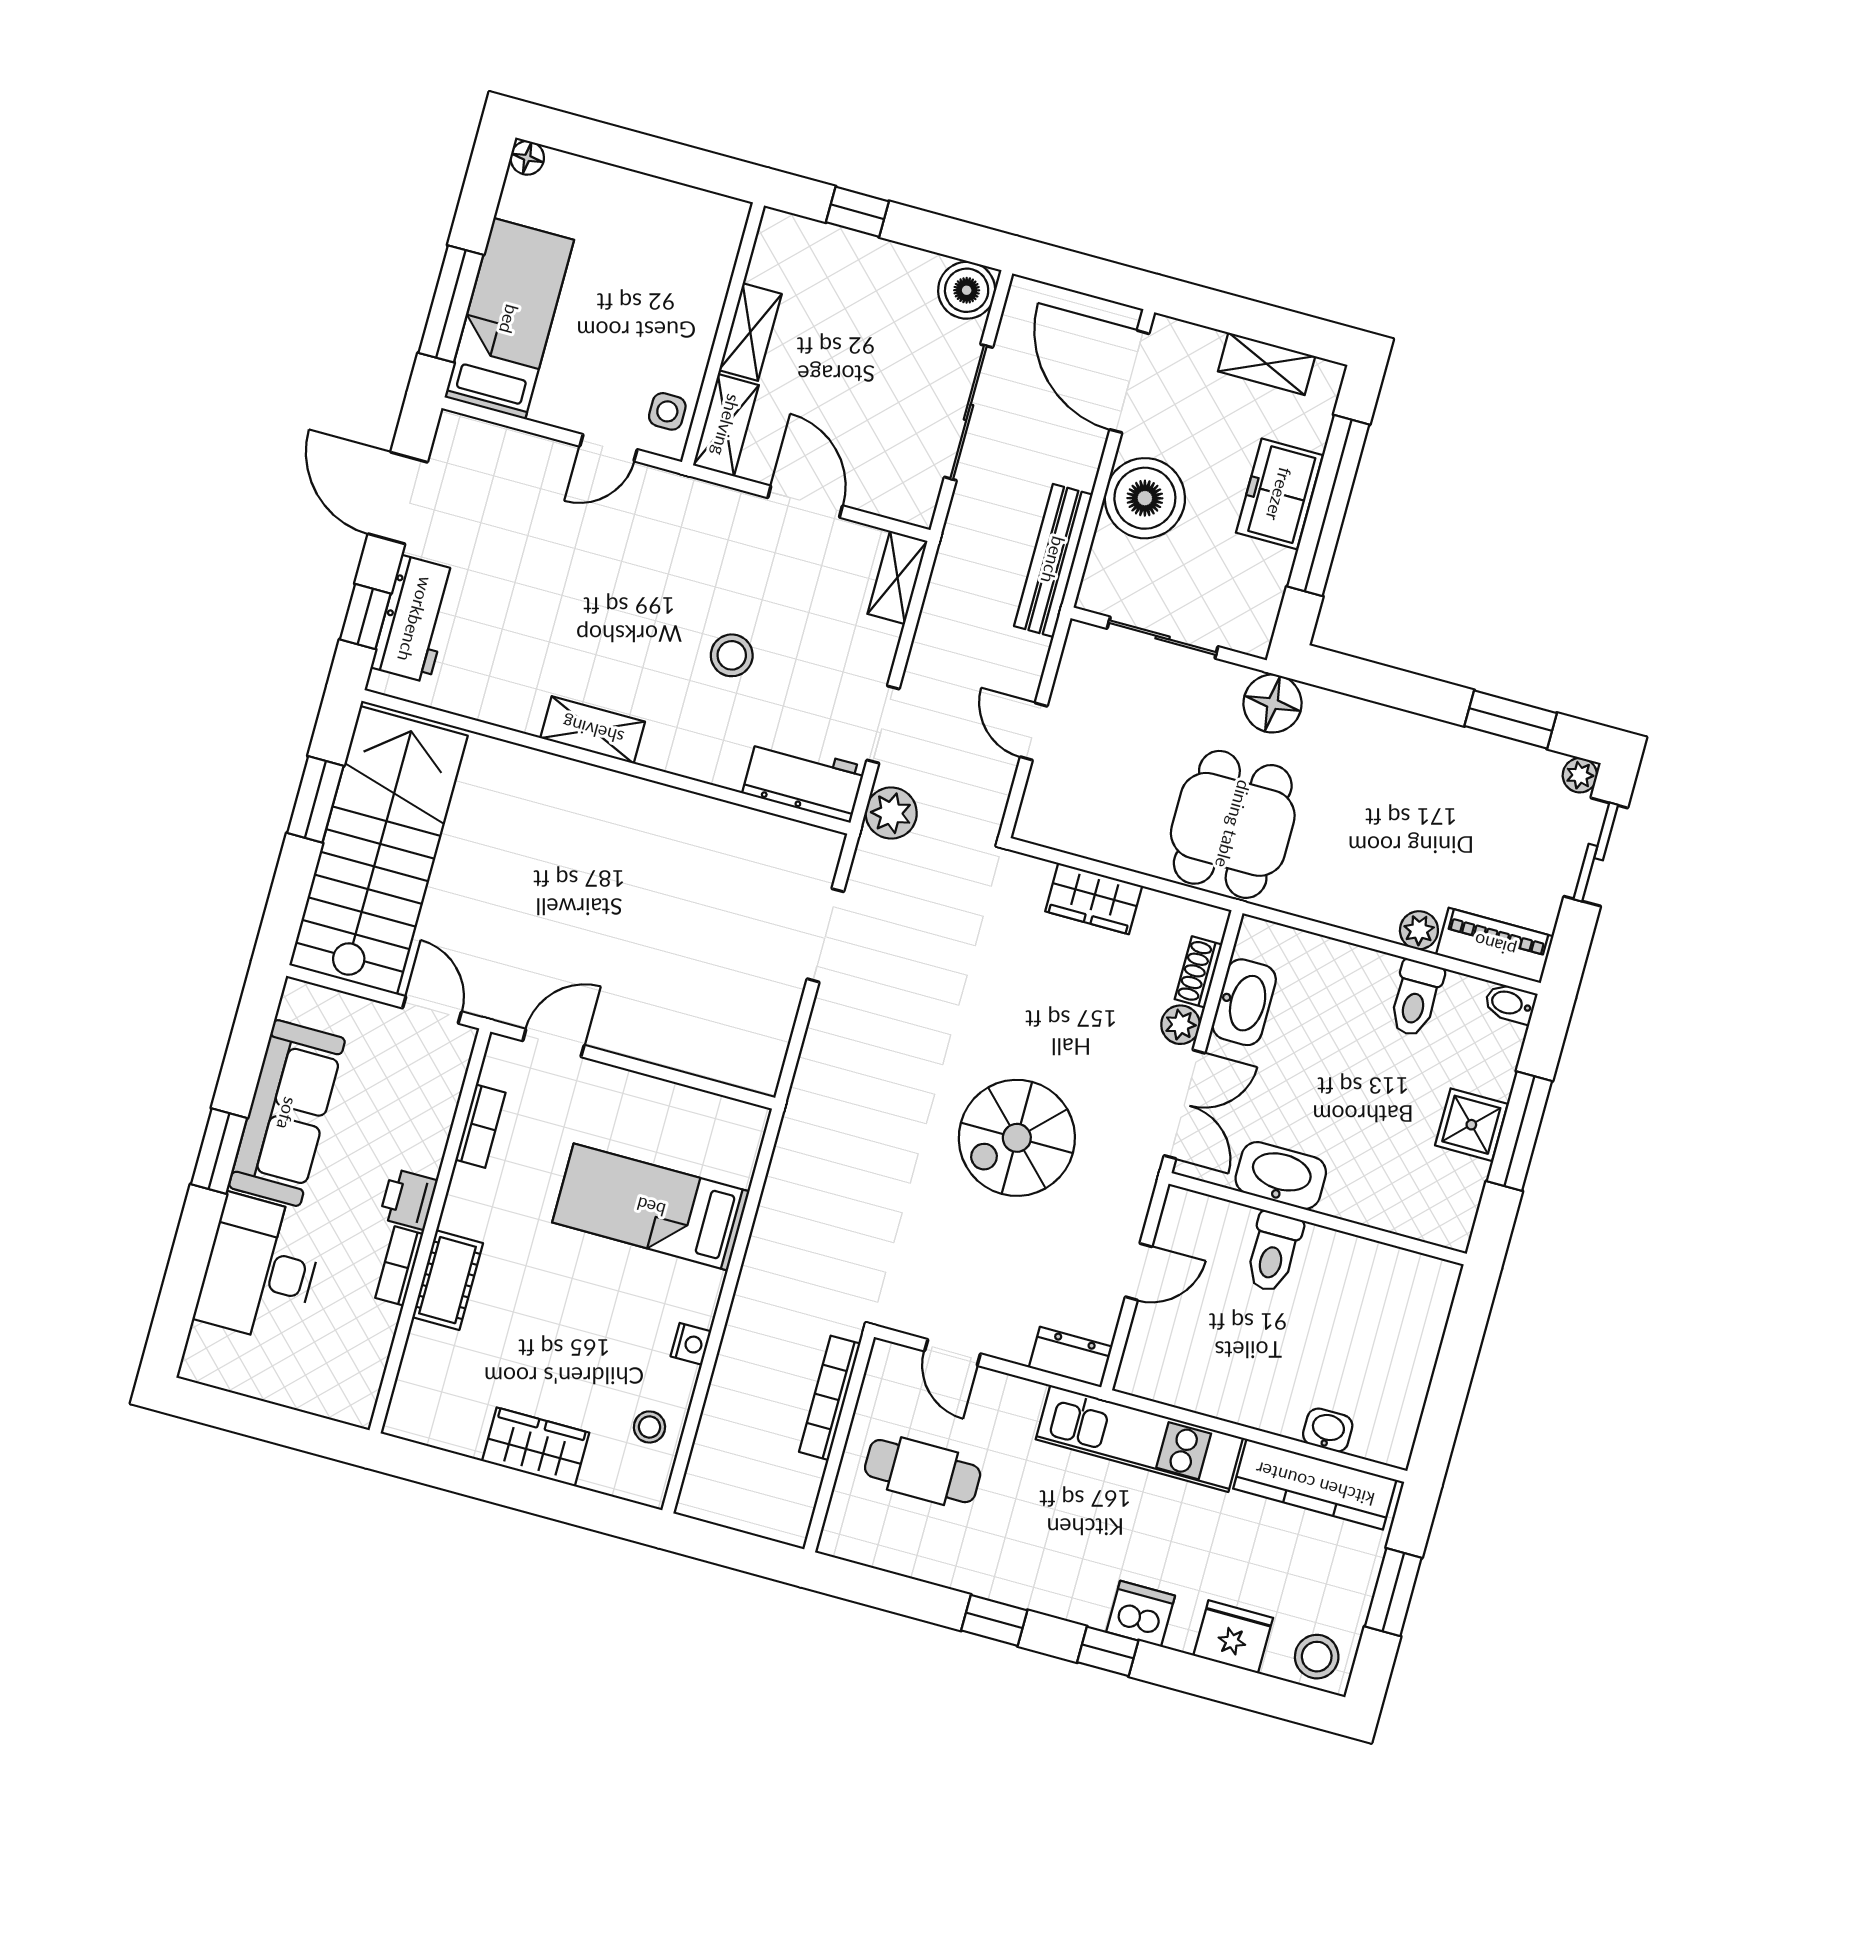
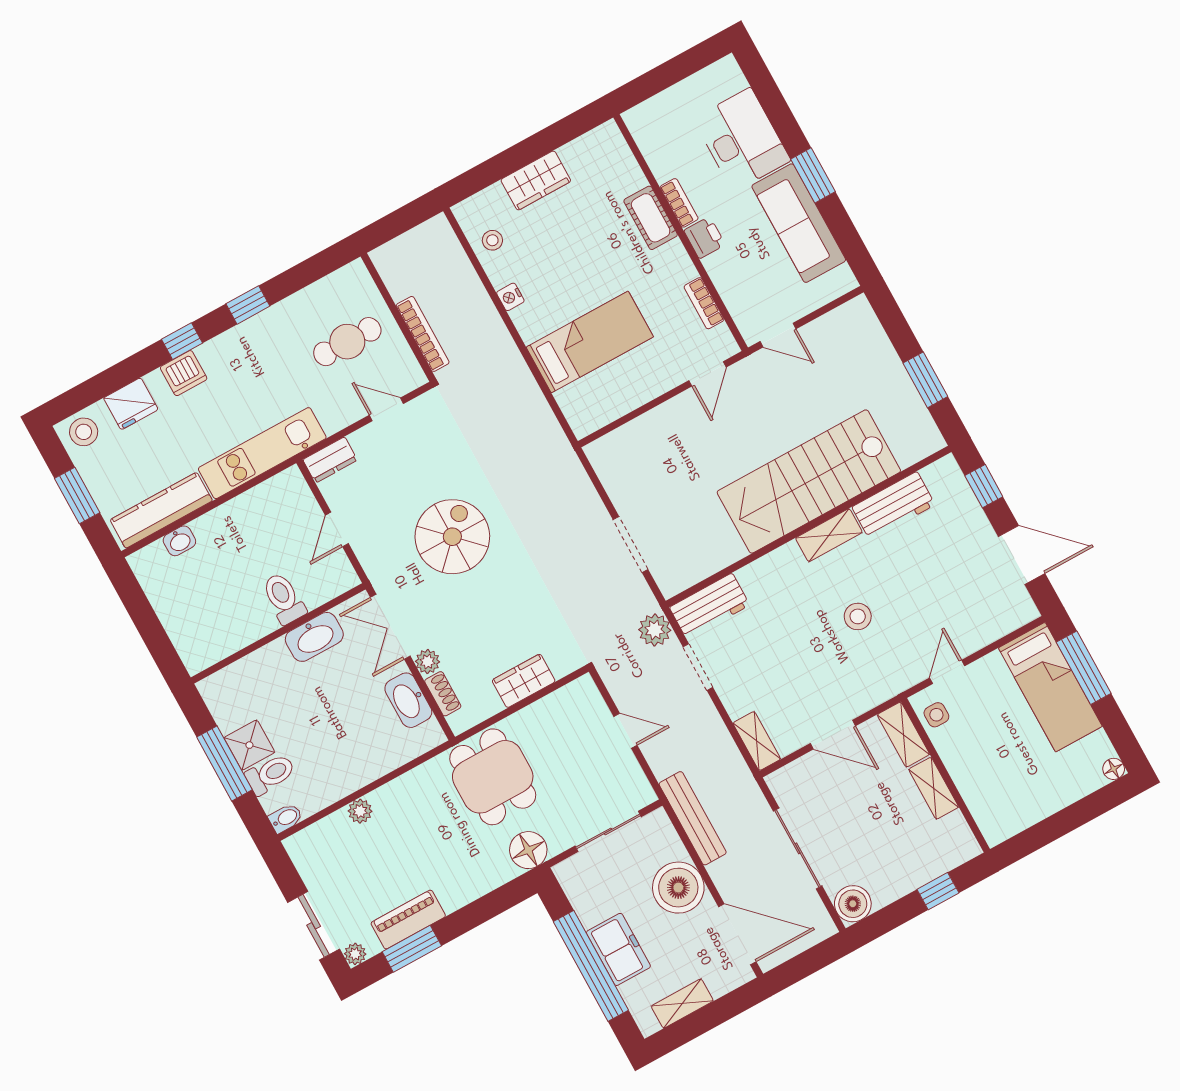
workbench: (415, 619) -> (894, 506), moved, turned -90
stool: (732, 655) -> (858, 616), moved
stairs: (378, 850) -> (809, 481), moved, turned 90
piano: (1495, 945) -> (408, 920), moved, turned 180
toilet: (1416, 998) -> (270, 774), moved, turned 90

